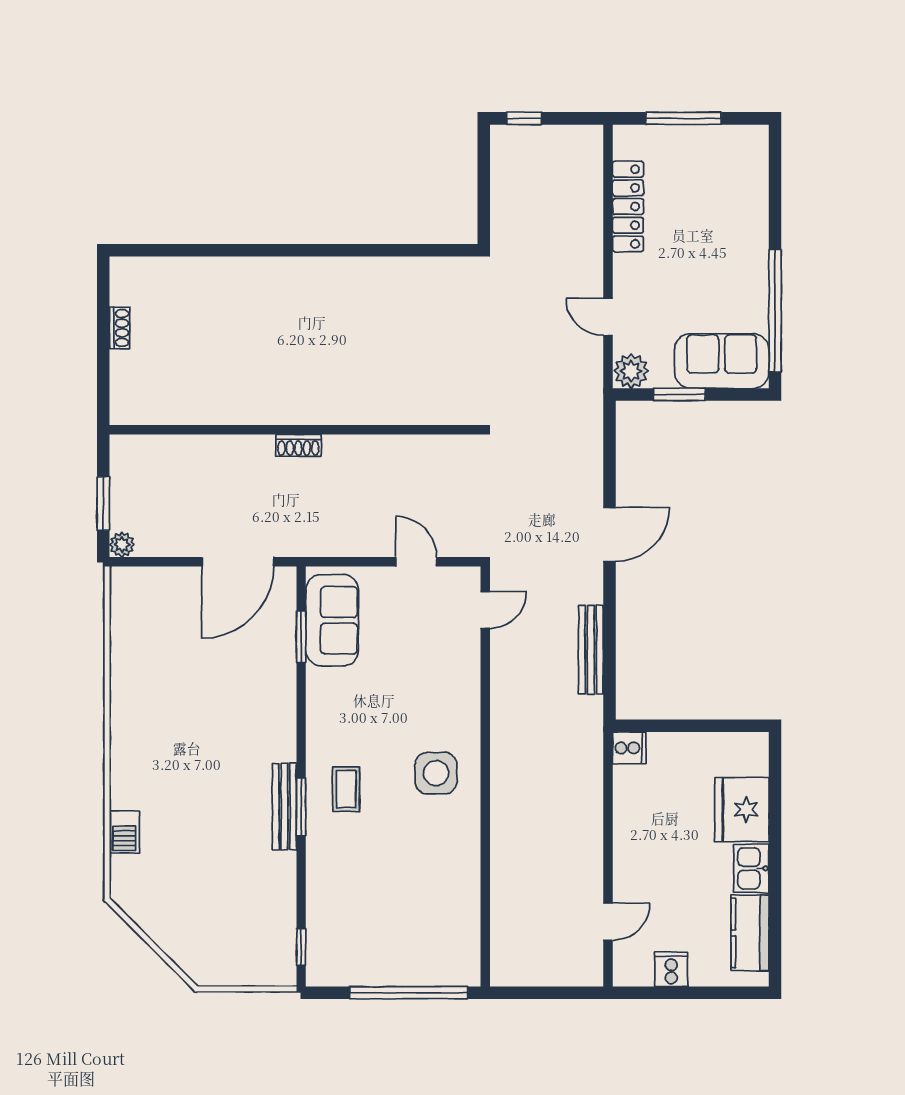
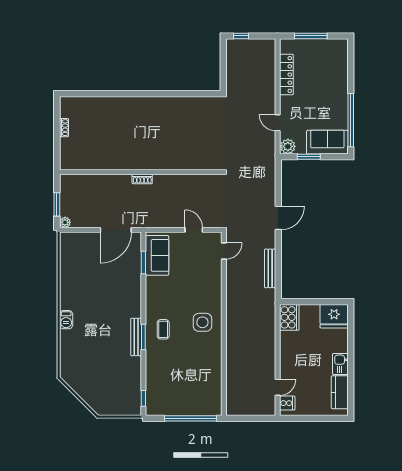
cooker: (629, 748) -> (289, 317), width x1.87, depth x1.31
fridge: (742, 810) -> (334, 316), moved, turned -90
barbecue: (124, 832) -> (66, 320), moved
cooker: (671, 969) -> (287, 403), moved, turned 90

